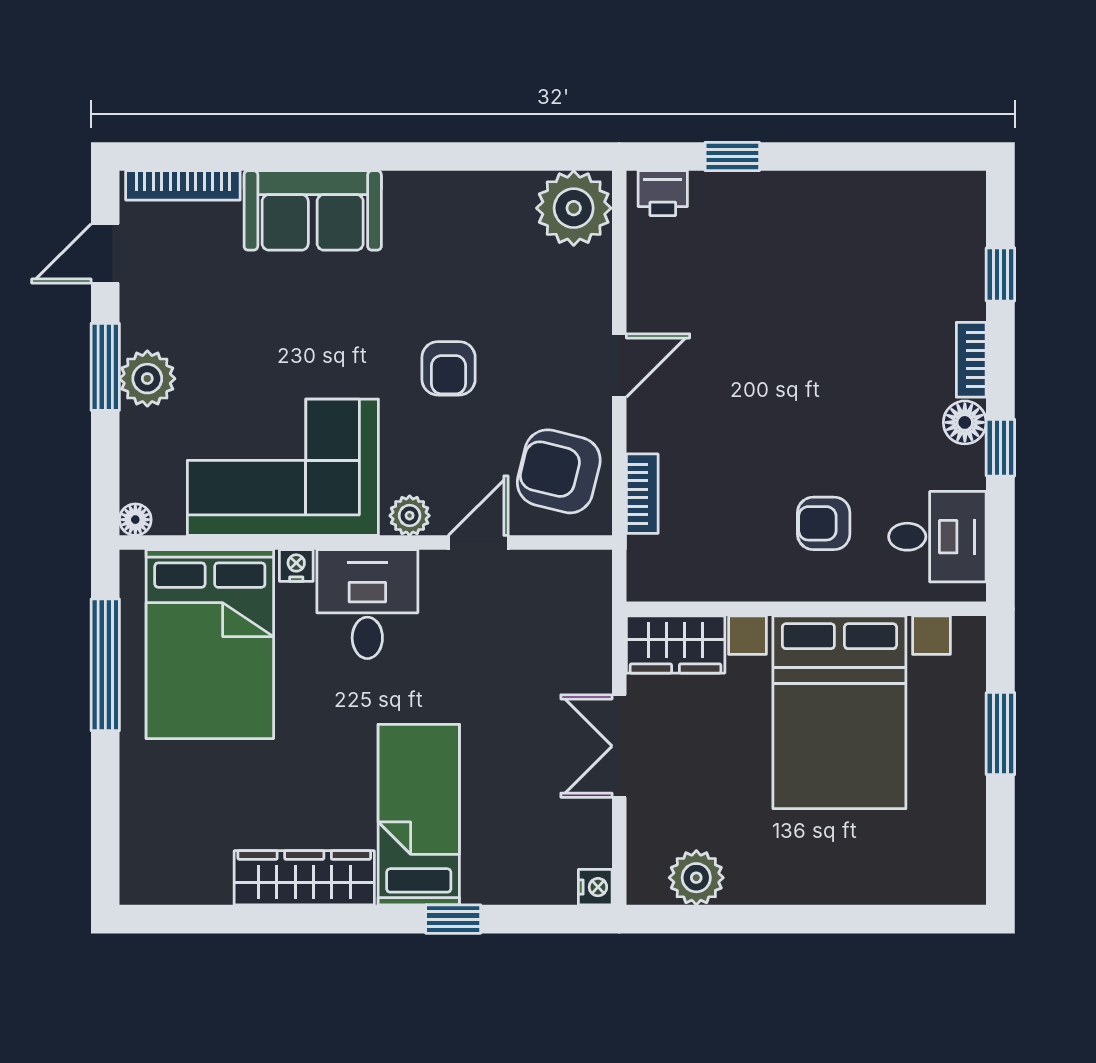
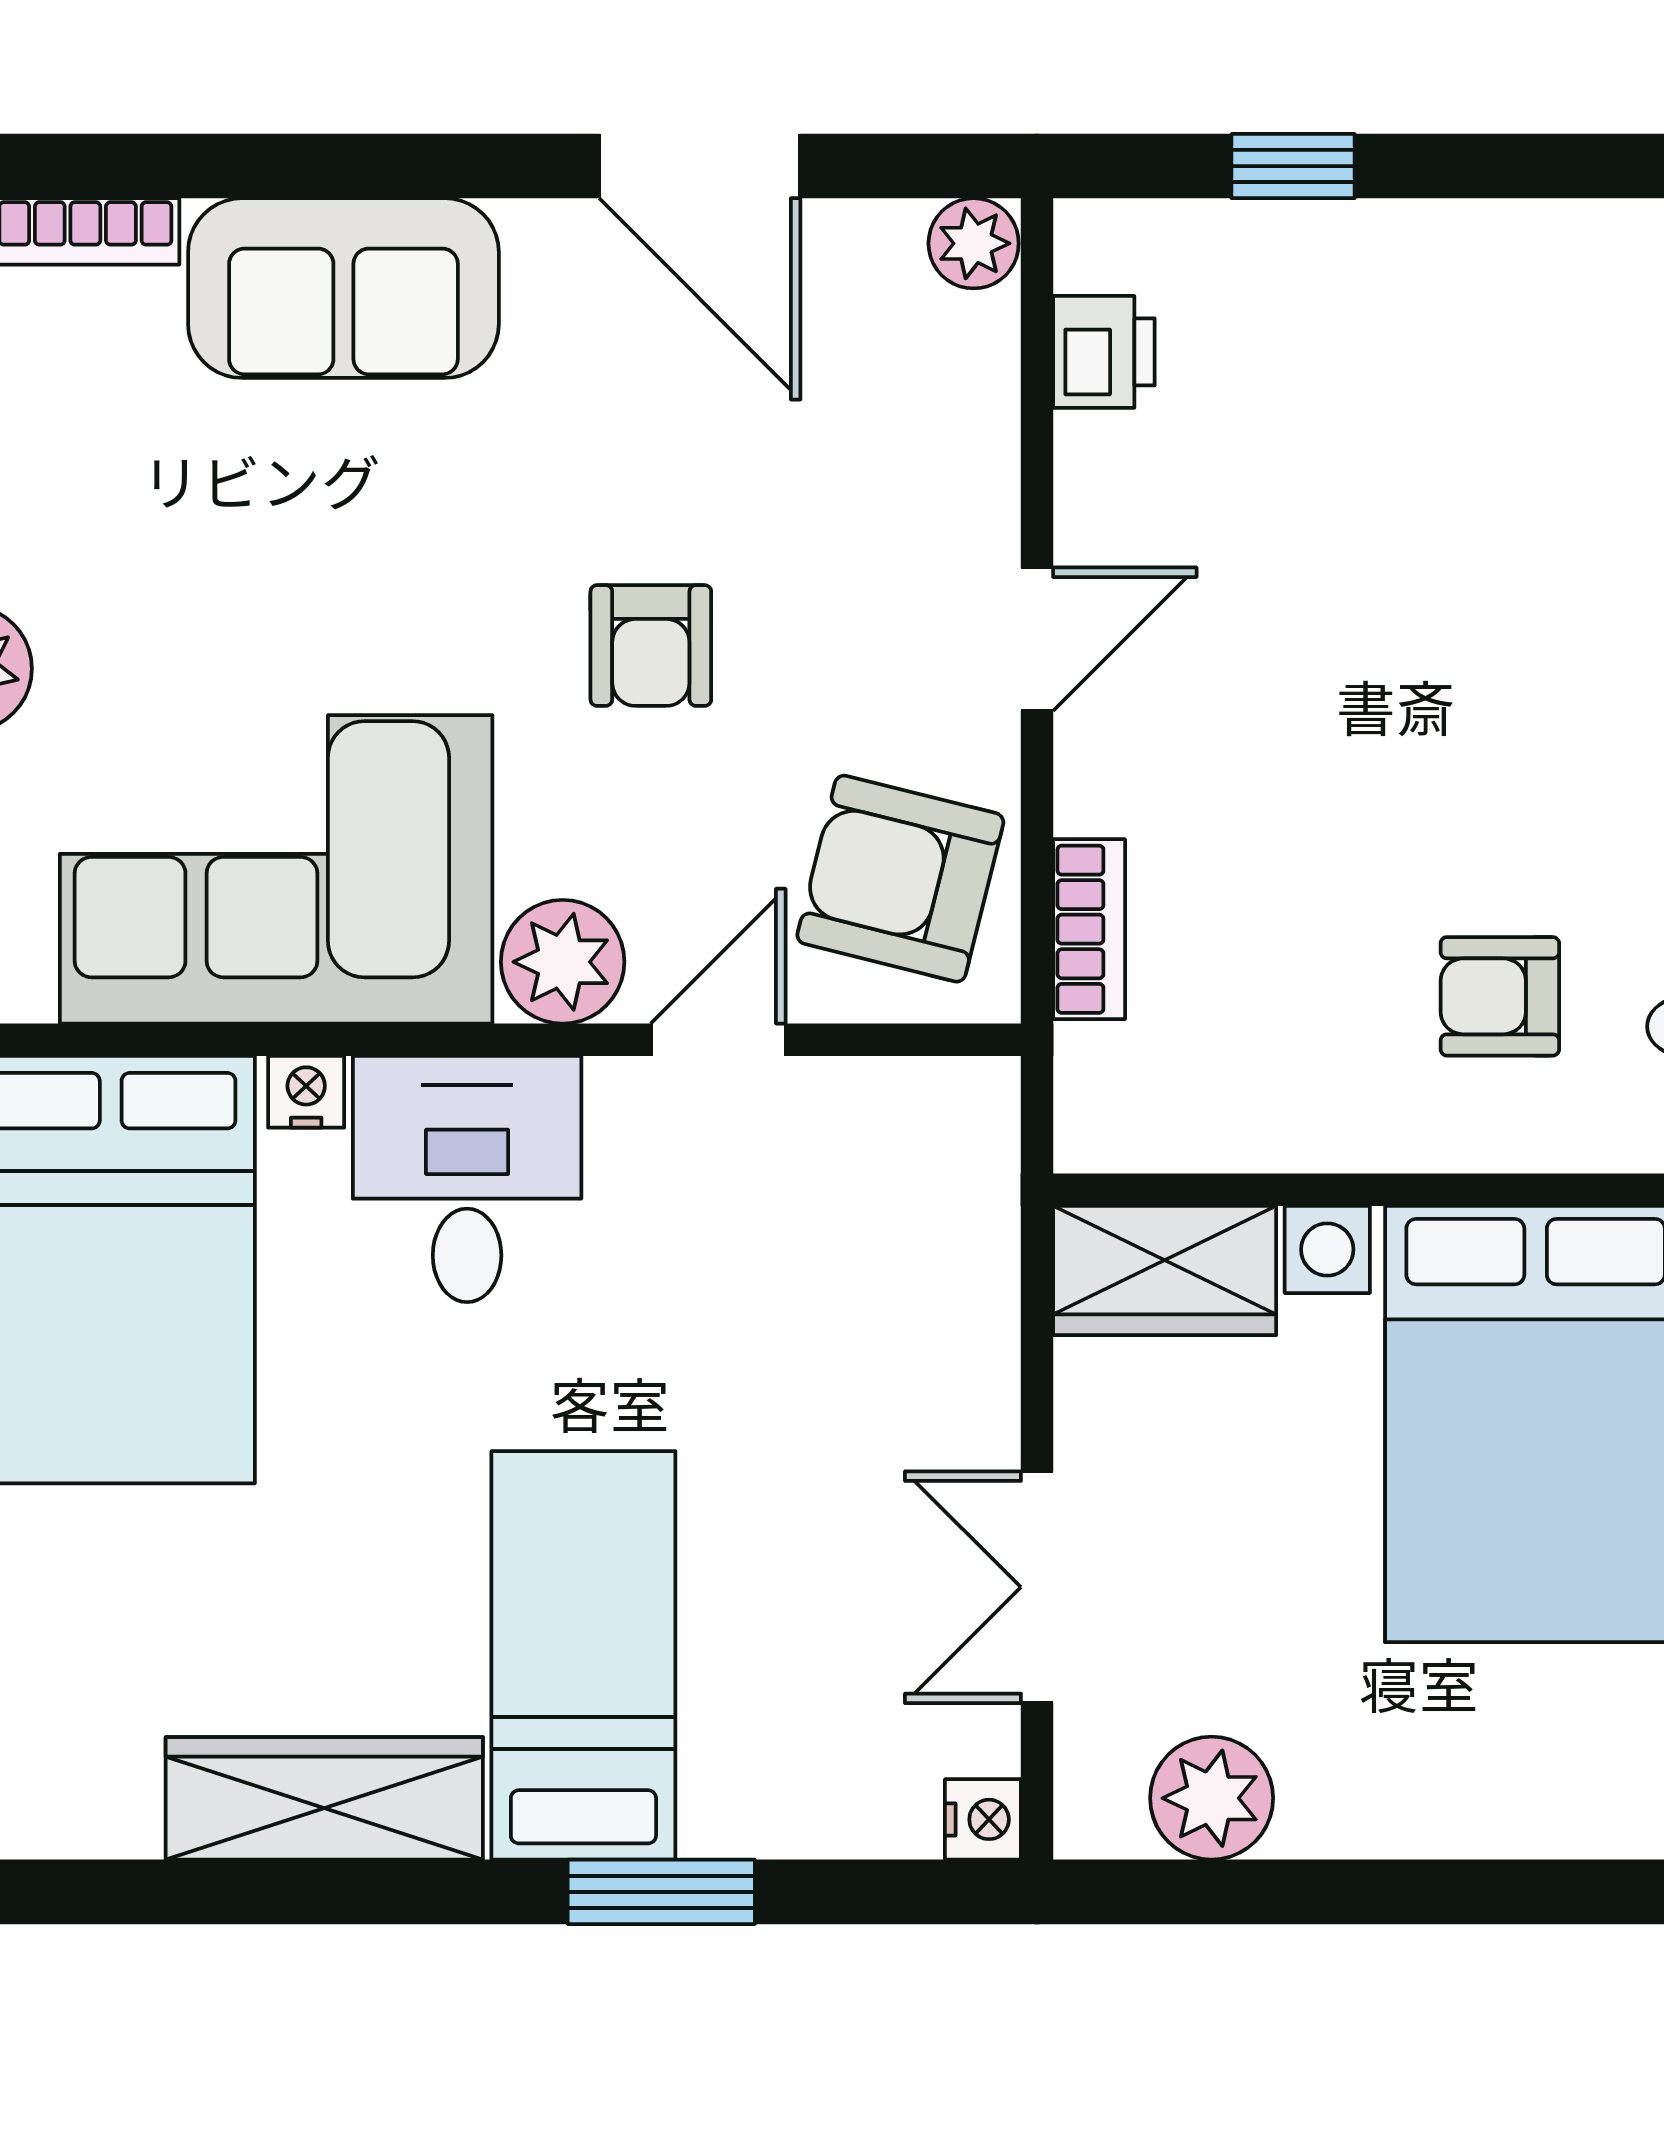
door: (470, 156) -> (700, 166), added
printer: (663, 193) -> (1104, 352), moved, turned -90
plant: (574, 208) -> (974, 243), width x0.53, depth x0.53
plant: (410, 516) -> (563, 962), width x1.38, depth x1.38
double door: (619, 746) -> (1037, 1587), moved
window: (453, 919) -> (661, 1892), width x1.50

